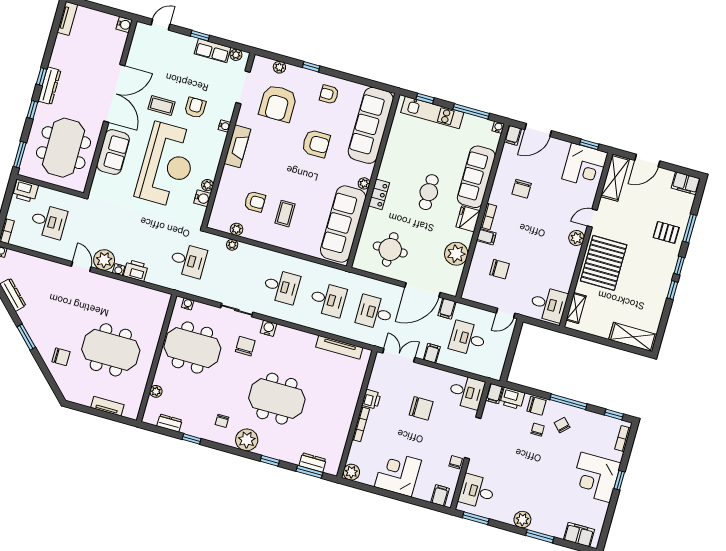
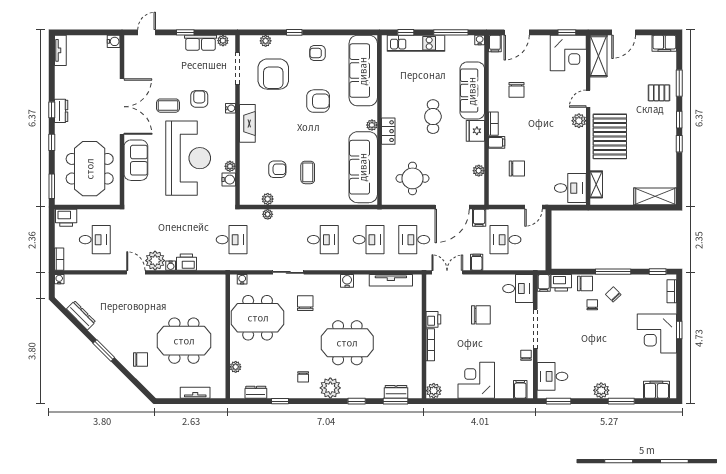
dresser: (49, 86) -> (61, 111), width x0.70
plant: (456, 254) -> (479, 171), width x0.53, depth x0.53
water cooler: (268, 328) -> (347, 281), moved

